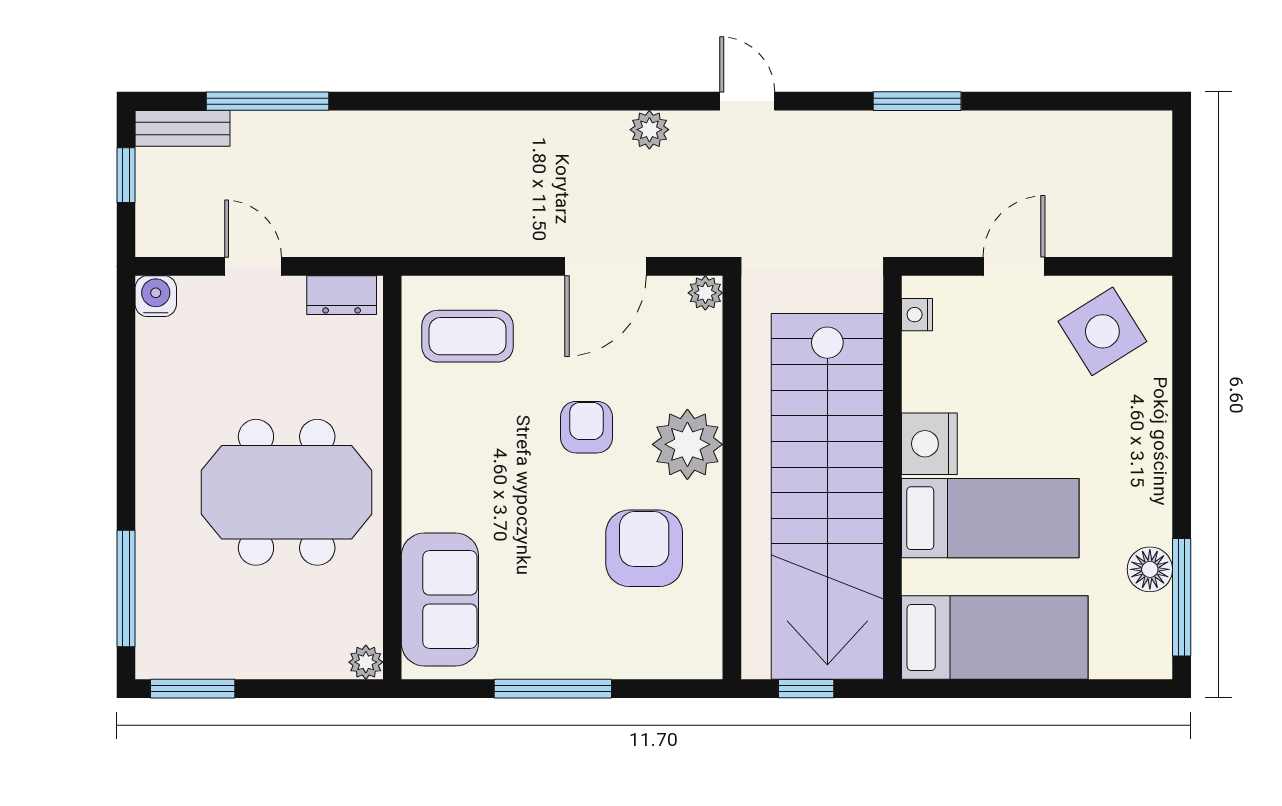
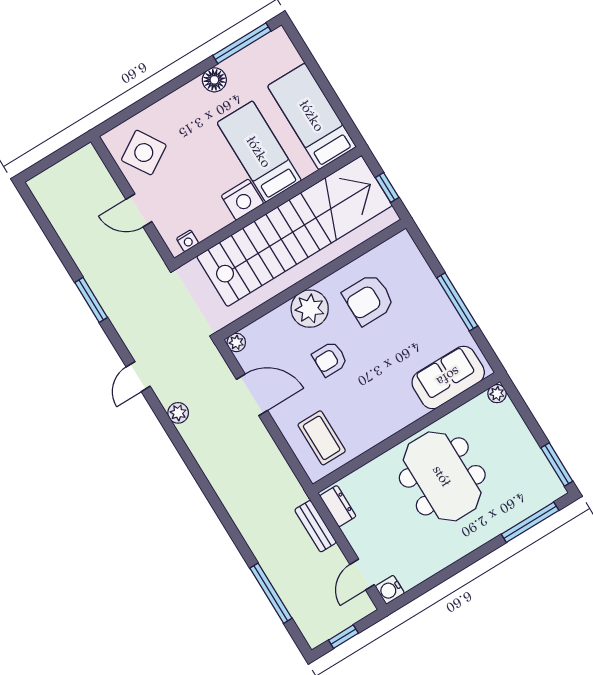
bench: (183, 128) -> (315, 526), moved
door: (253, 266) -> (362, 575), moved
floor lamp: (1150, 569) -> (214, 80), moved

